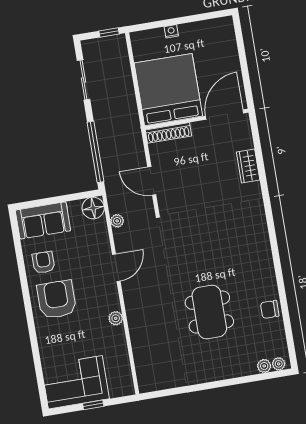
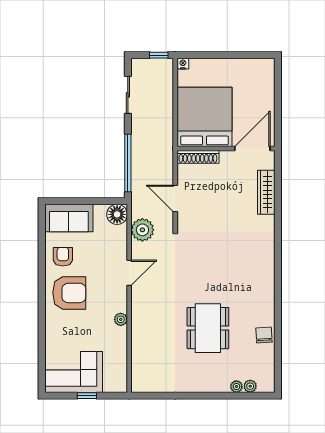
nightstand: (171, 31) -> (183, 64), moved
wardrobe: (248, 166) -> (266, 192), width x1.50
plant: (117, 221) -> (142, 230), width x1.88, depth x1.88
armchair: (57, 299) -> (69, 293), turned 90
chair: (270, 309) -> (264, 335), turned 86
plant: (279, 364) -> (236, 387), moved

